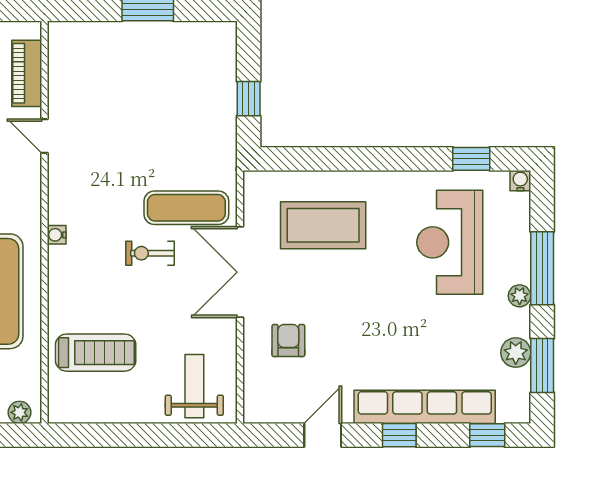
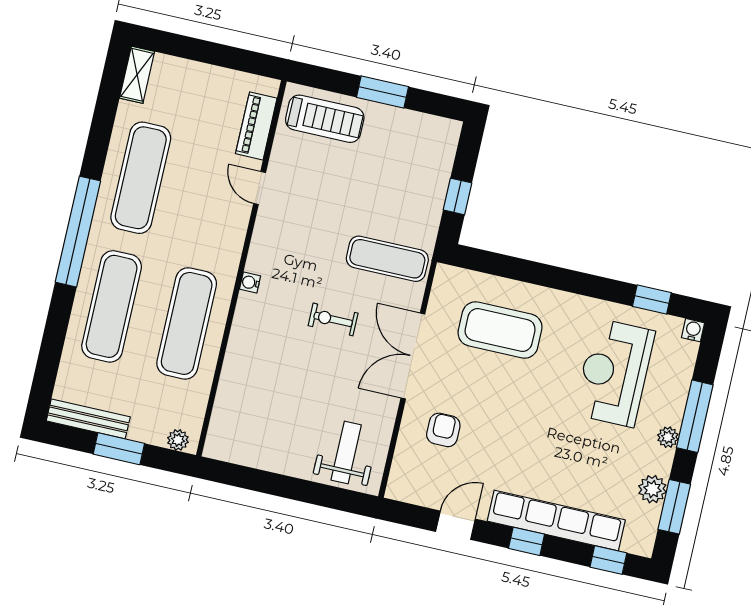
exercise mat: (186, 208) -> (387, 259), moved
treadmill: (96, 353) -> (325, 119), moved

